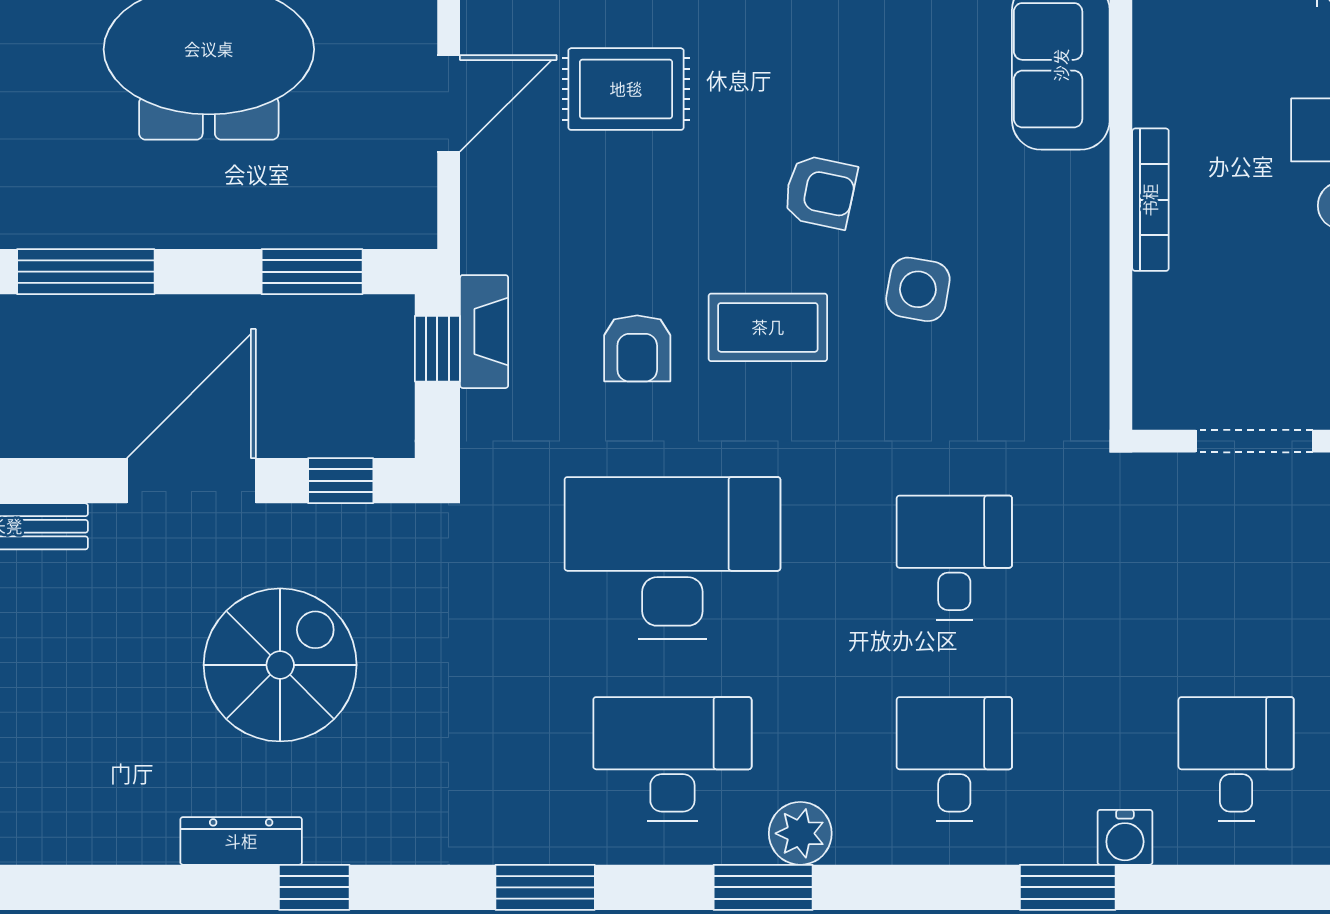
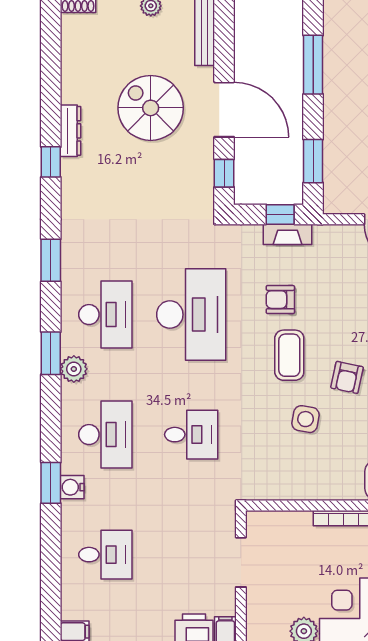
spiral stairs: (280, 665) -> (151, 108), moved, turned 180
desk: (954, 759) -> (105, 435), width x1.37
water cooler: (1125, 837) -> (72, 487), moved

